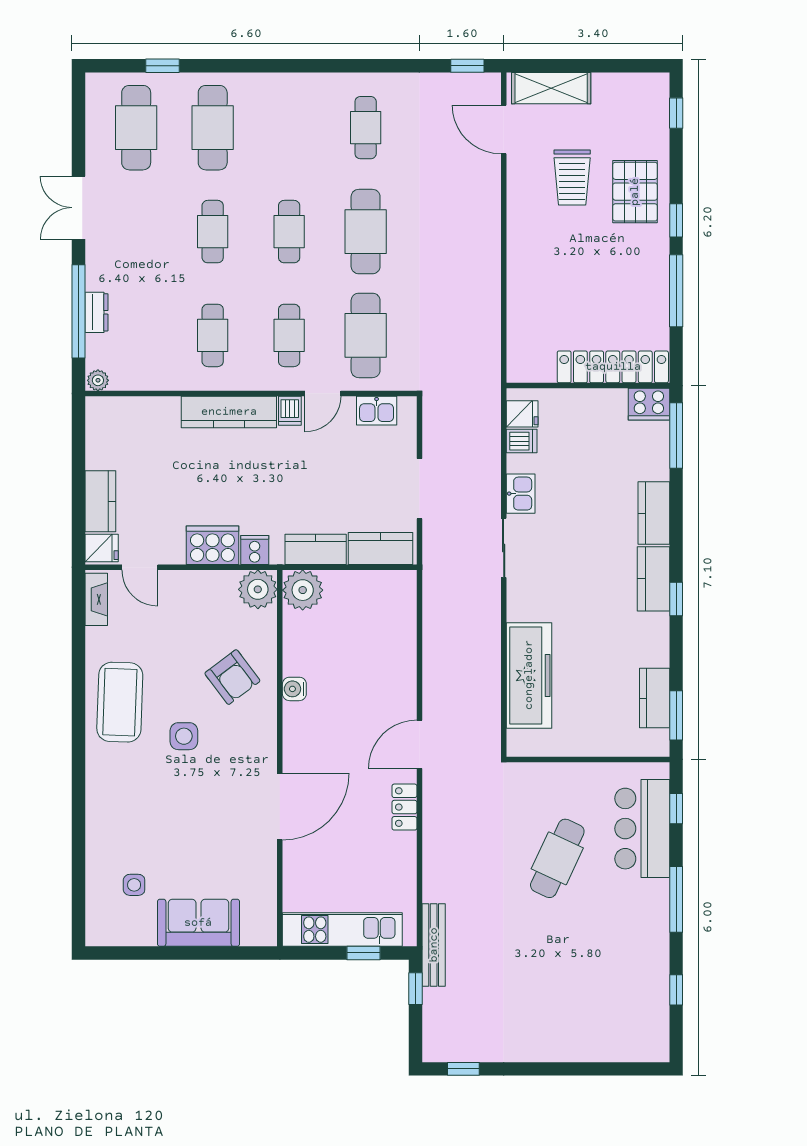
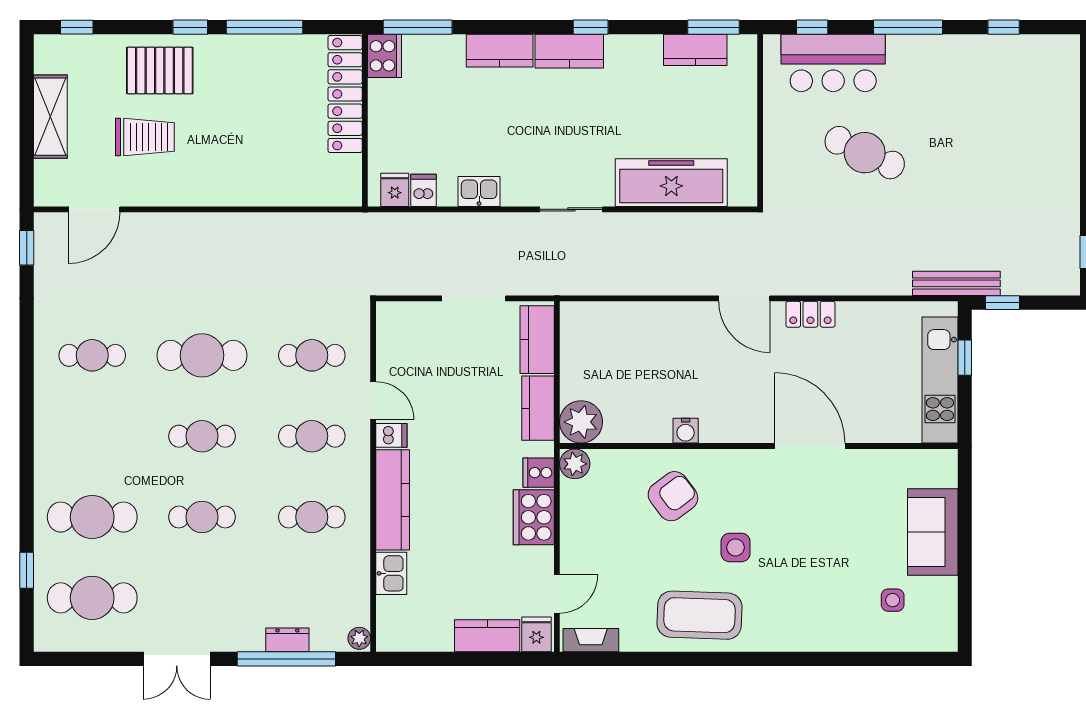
shelving: (551, 88) -> (50, 117), moved
cafe table: (366, 335) -> (312, 355), width x0.73, depth x0.74
kitchen sink: (377, 411) -> (391, 573), moved
sliding door: (504, 548) -> (571, 209), moved
plant: (258, 589) -> (575, 464), width x0.73, depth x0.73

